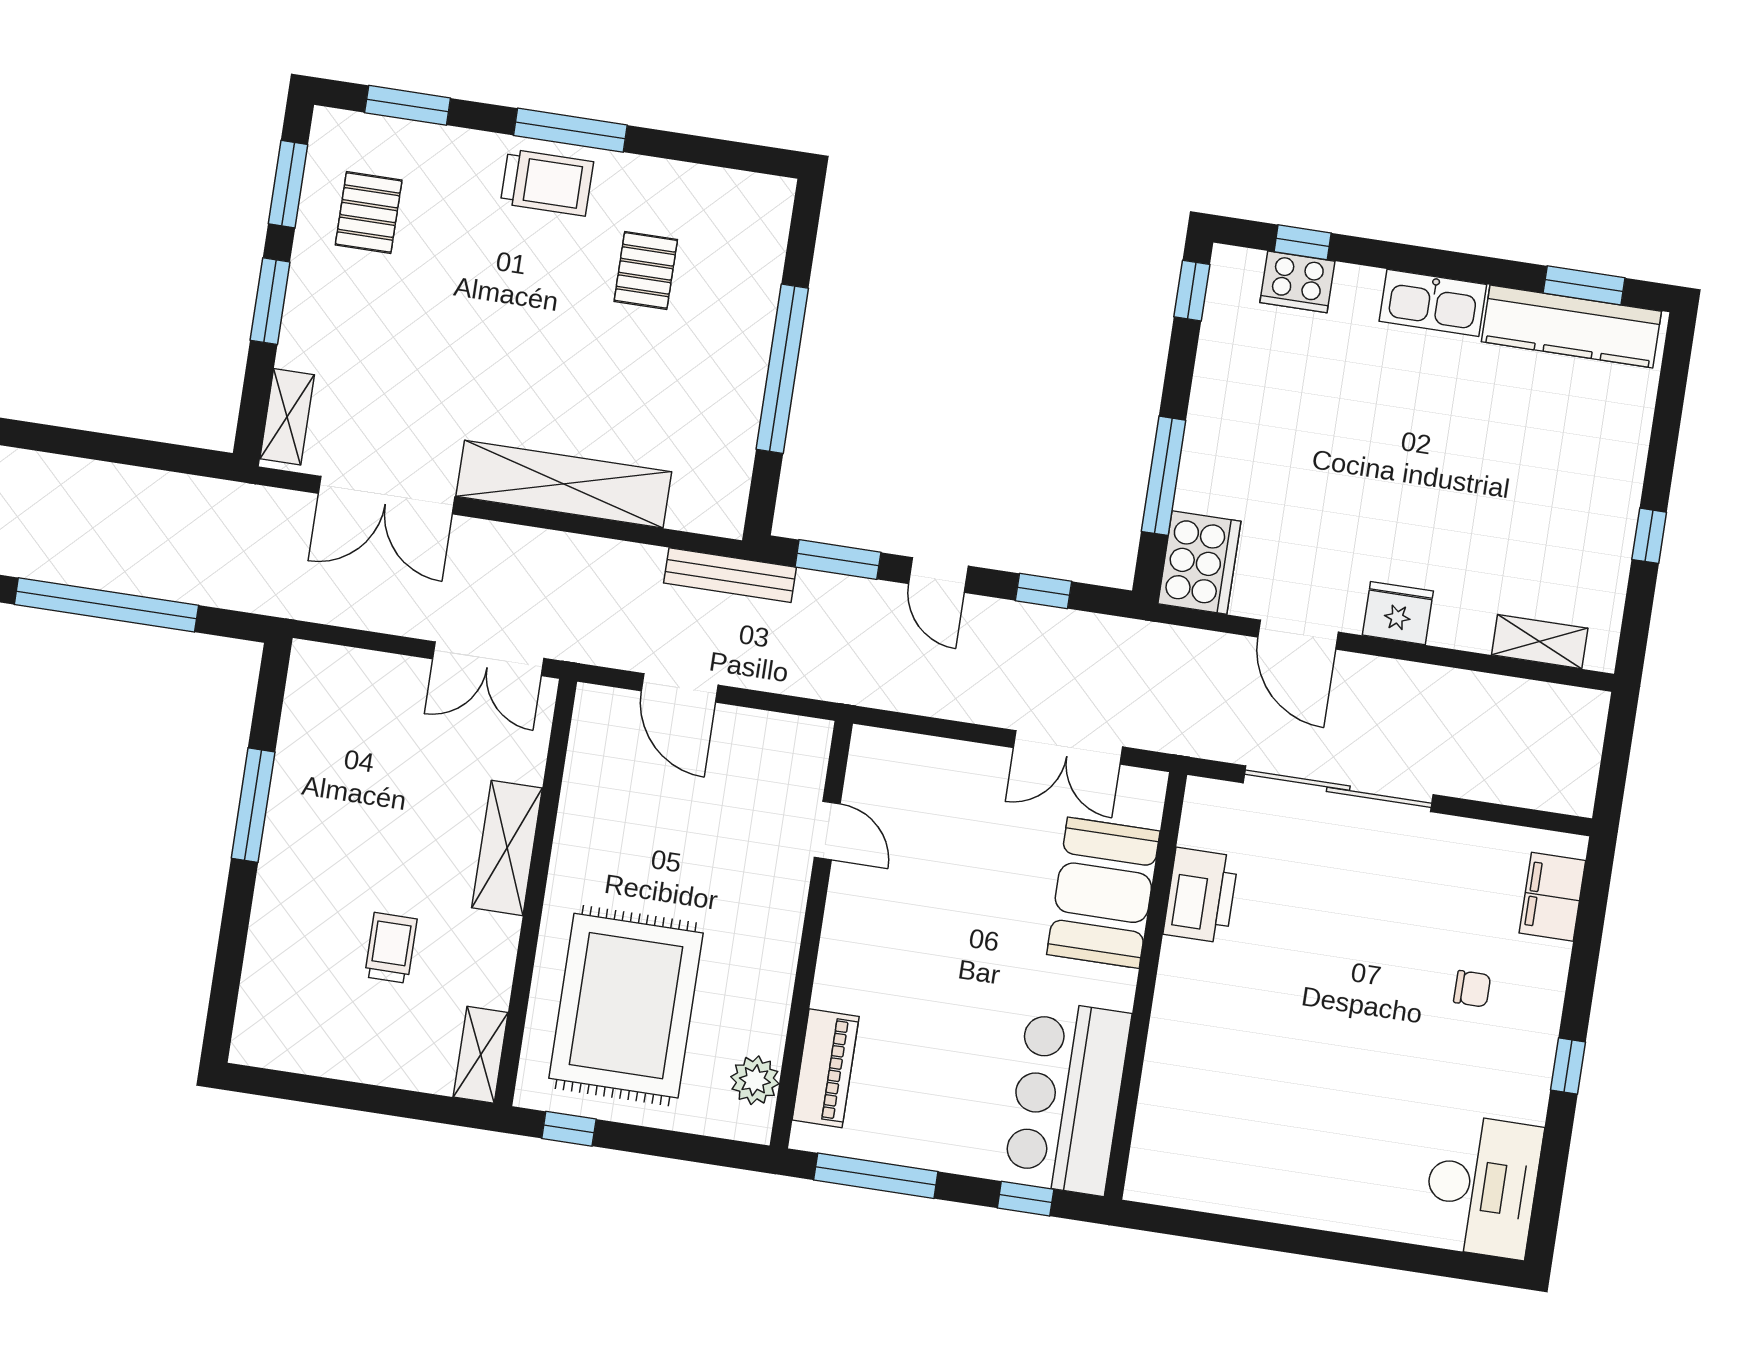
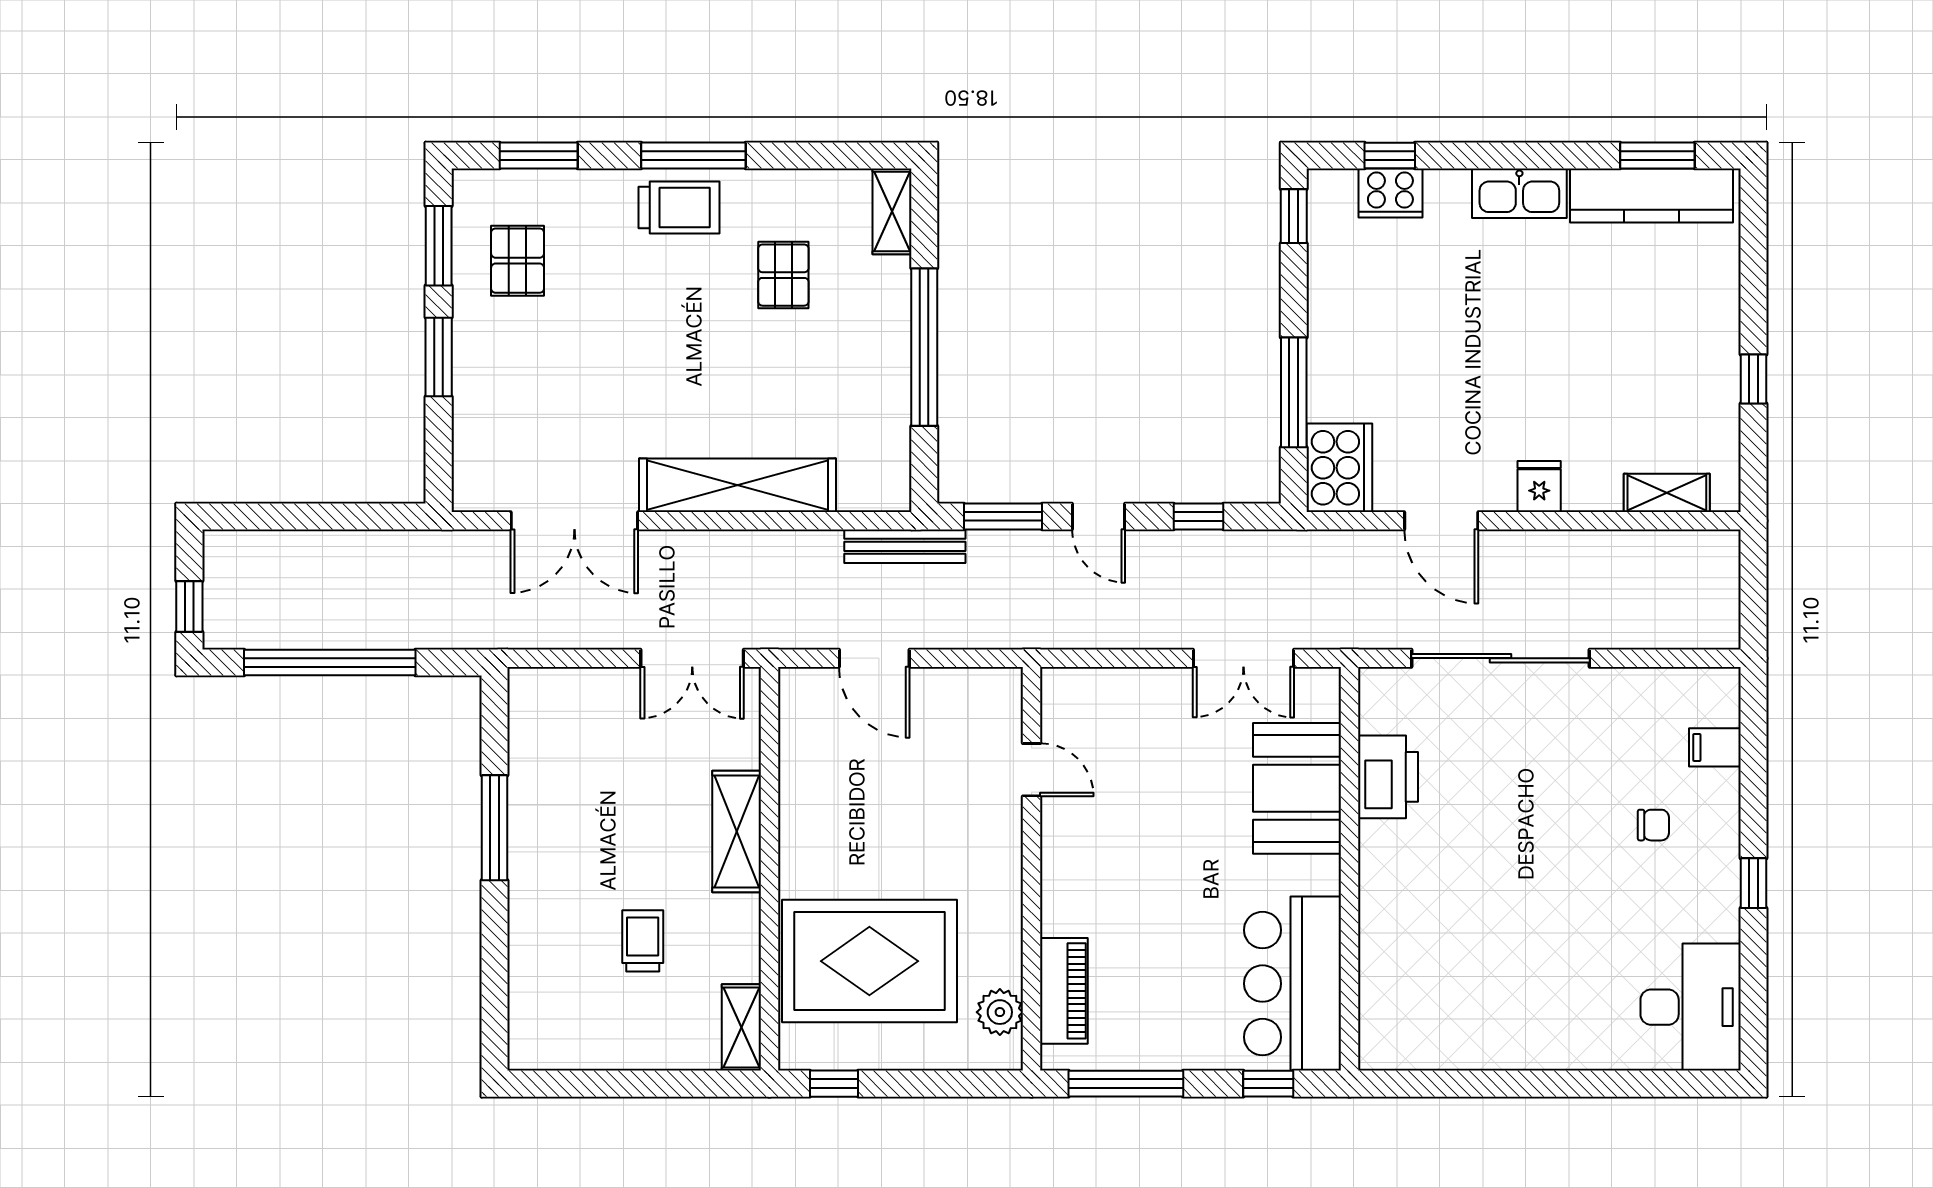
shelving: (287, 417) -> (892, 211), moved
fridge: (1398, 613) -> (1539, 486), width x0.72
filing cabinet: (1552, 897) -> (1715, 747), width x0.50
rug: (626, 1006) -> (869, 961), turned 90

